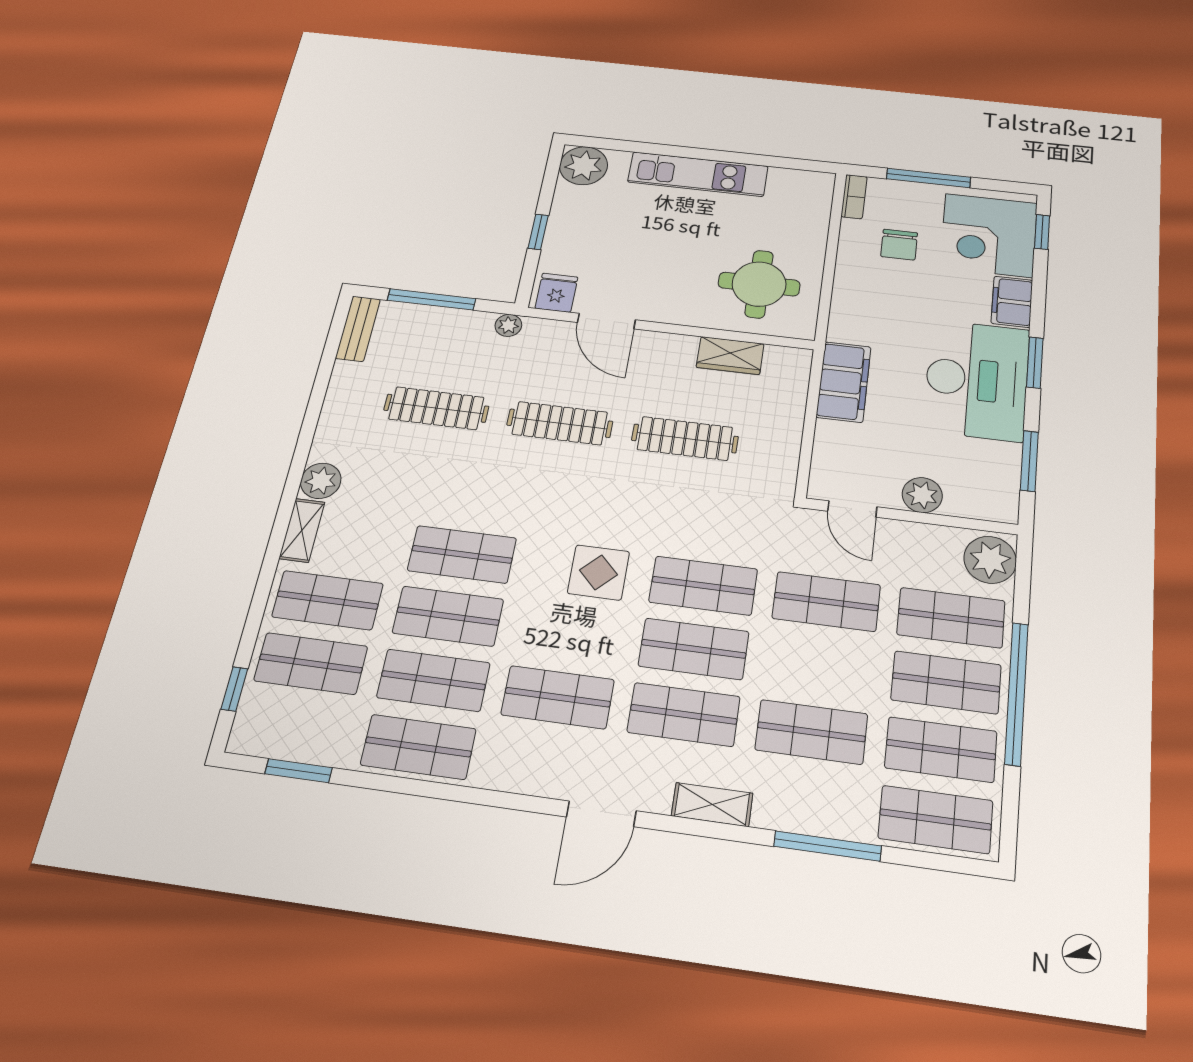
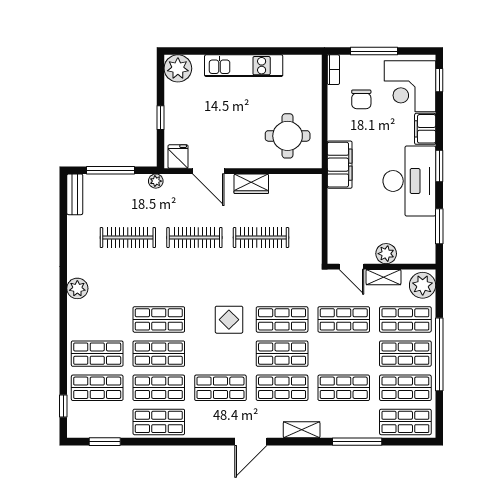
wardrobe: (730, 356) -> (251, 184), moved
filing cabinet: (844, 382) -> (340, 165), moved
shelving: (302, 530) -> (383, 277), moved, turned 90

